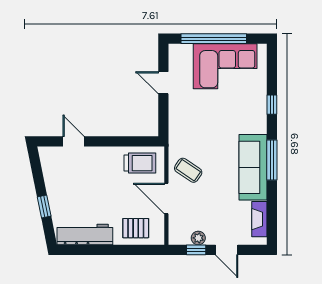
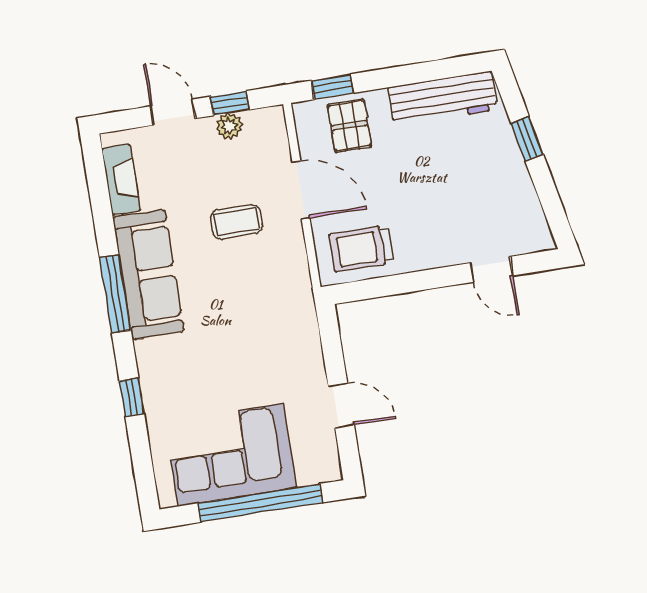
coffee table: (188, 170) -> (237, 222), moved, turned -34
pallet: (136, 228) -> (349, 126), turned 90
window: (141, 250) -> (332, 87), added

